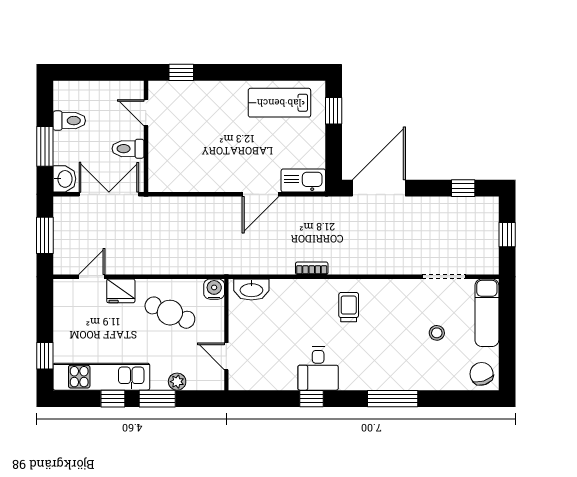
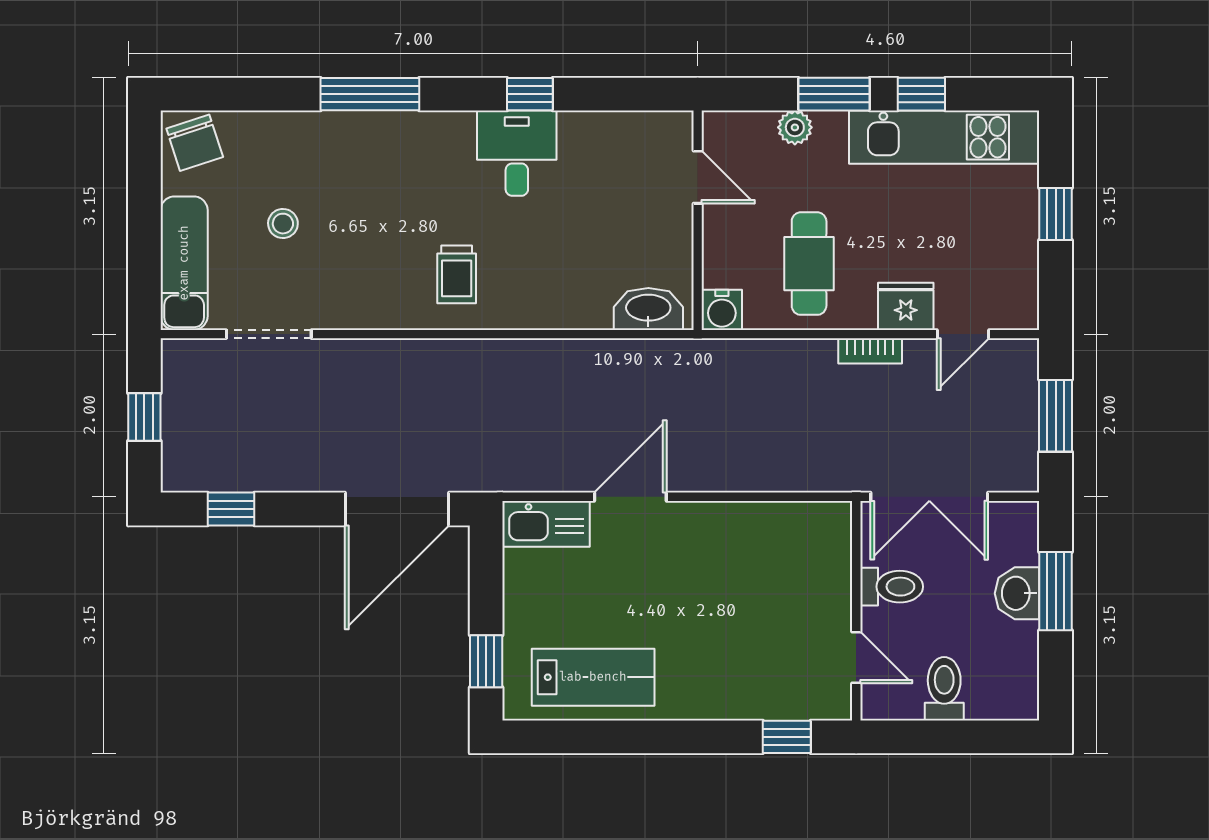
toilet: (69, 121) -> (944, 689), moved, turned 90
washbasin: (64, 179) -> (1017, 593), moved
bookcase: (312, 268) -> (870, 351), moved
cafe table: (170, 313) -> (809, 264), turned 67
window: (45, 356) -> (1056, 214), moved

